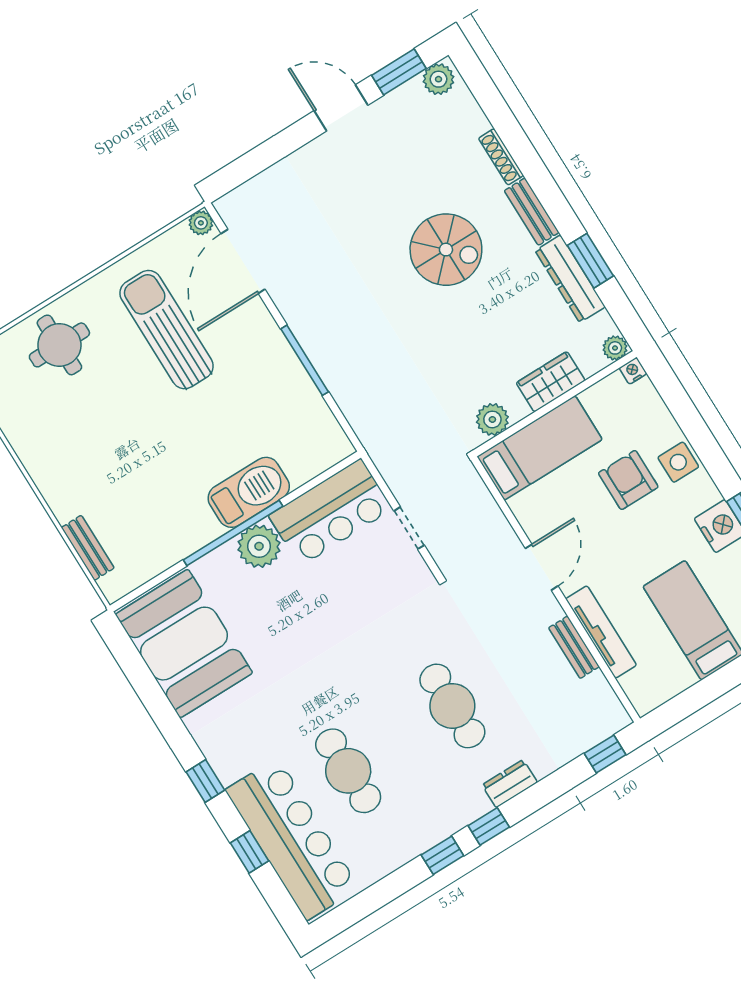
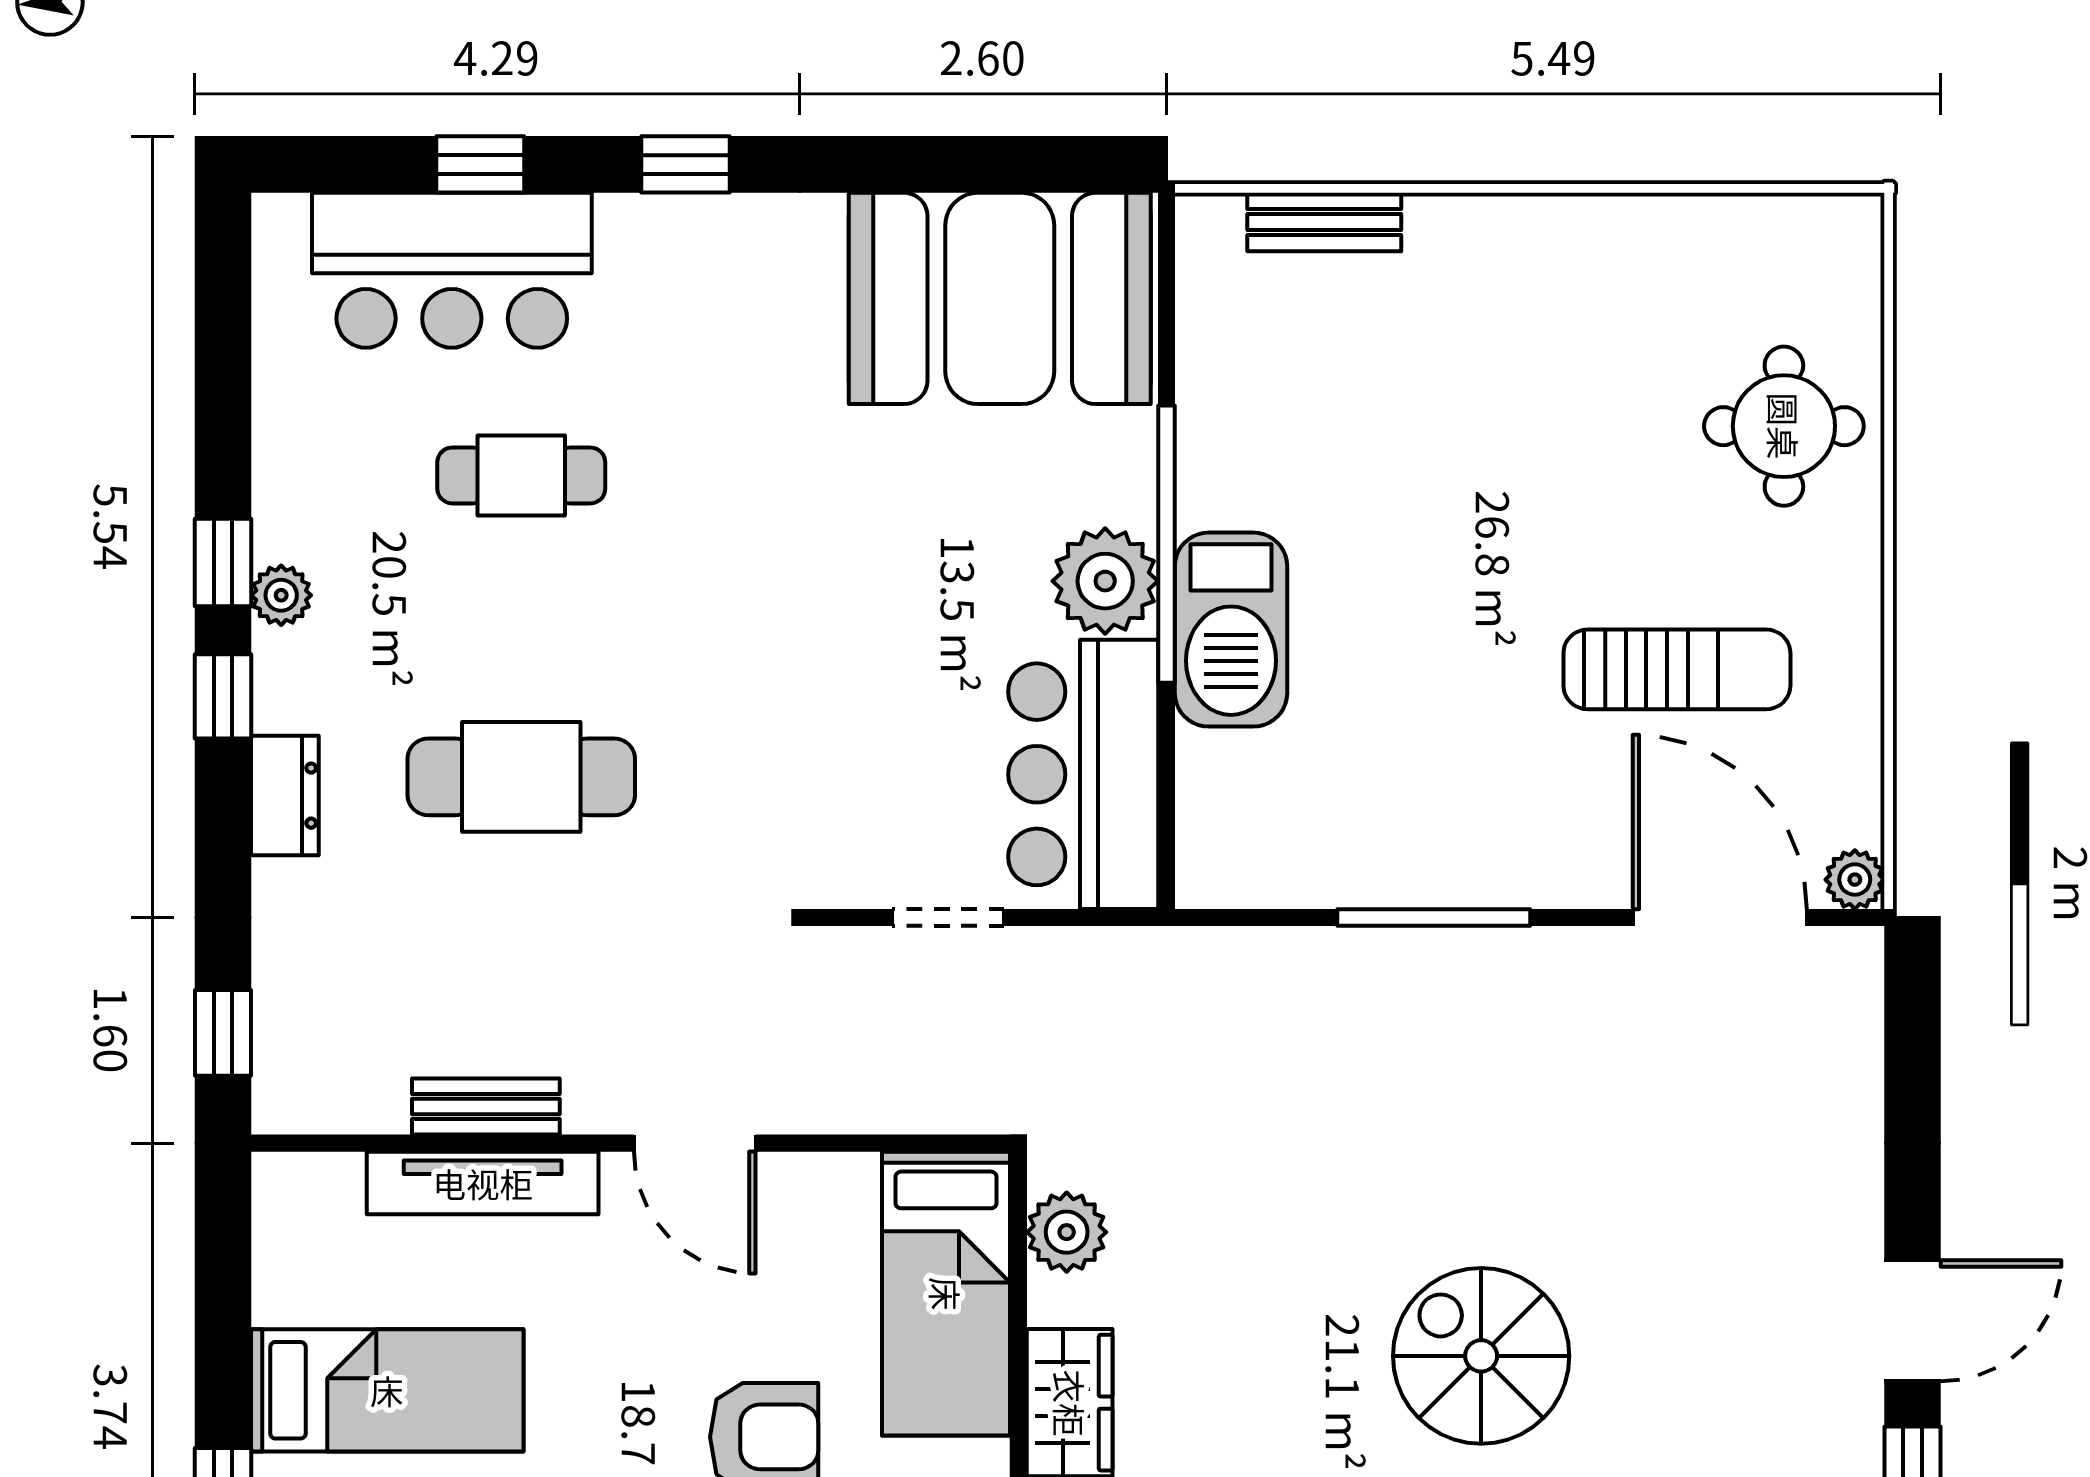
spiral stairs: (446, 250) -> (1481, 1356), turned 90
sun lounger: (167, 330) -> (1677, 669), width x0.73, depth x0.75
cafe table: (348, 771) -> (521, 475), width x0.73, depth x0.74
plant: (441, 828) -> (281, 595), added
bar counter: (292, 839) -> (452, 270), width x0.73

